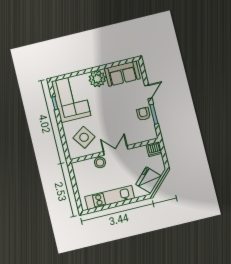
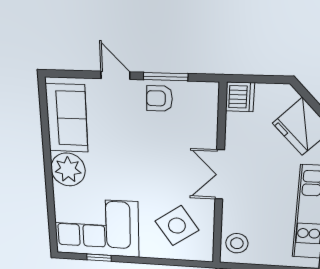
stool: (100, 162) -> (237, 243), moved

